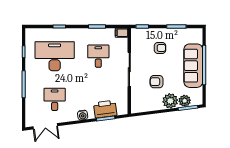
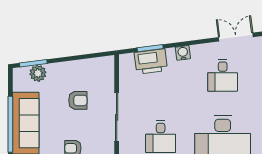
plant: (170, 101) -> (58, 73), removed

